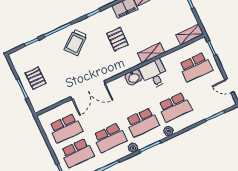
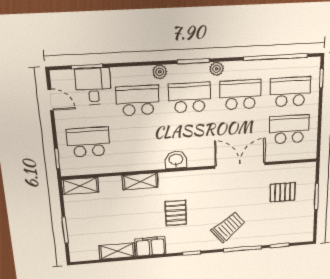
desk: (154, 74) -> (93, 86), moved, turned 180
pallet: (36, 78) -> (283, 192), moved, turned 90

